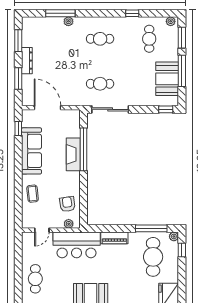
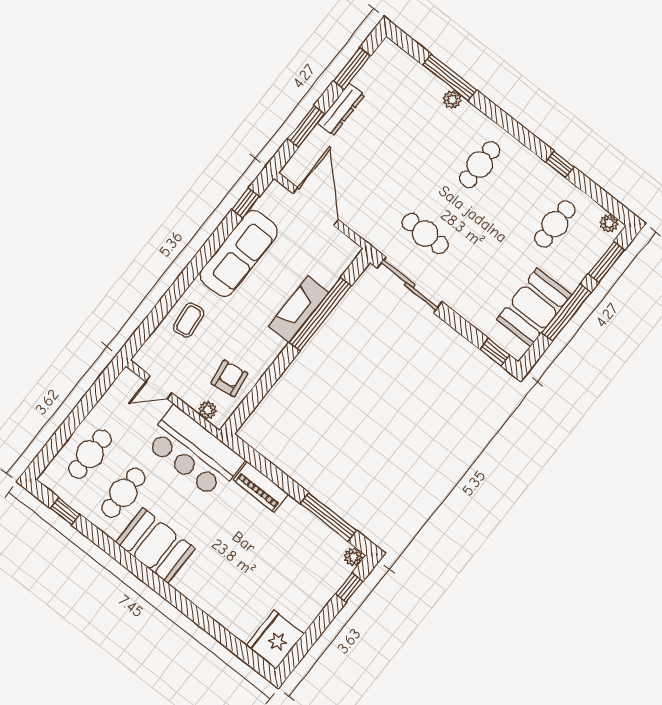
cafe table: (100, 39) -> (480, 165), turned 90
cafe table: (153, 257) -> (123, 493), moved, width x0.73, depth x0.74

